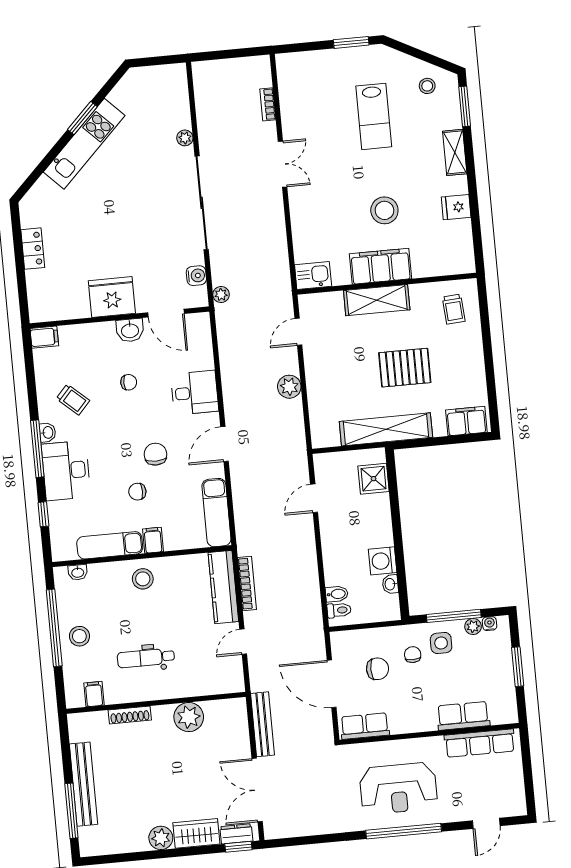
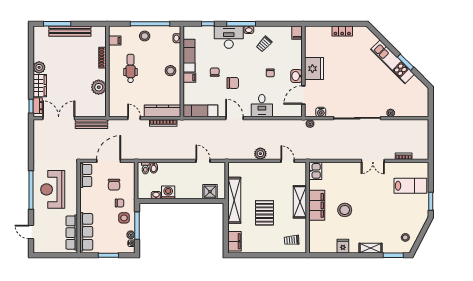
lab bench: (374, 116) -> (410, 186), moved, turned 180
row of seats: (463, 716) -> (86, 232), width x1.48

